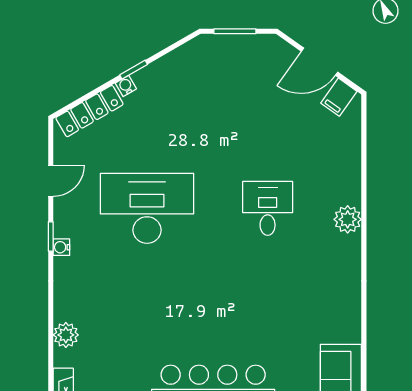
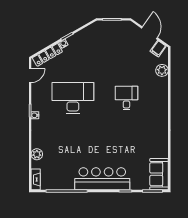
door: (320, 62) -> (150, 33), swing flipped
door: (51, 181) -> (30, 76), moved
plant: (348, 219) -> (162, 70), moved

